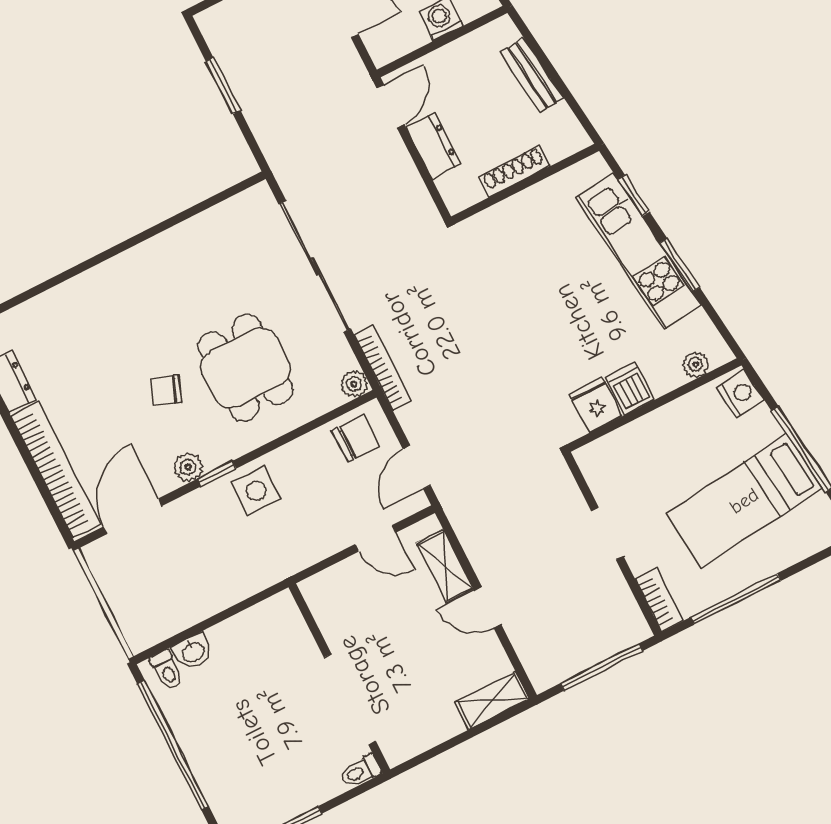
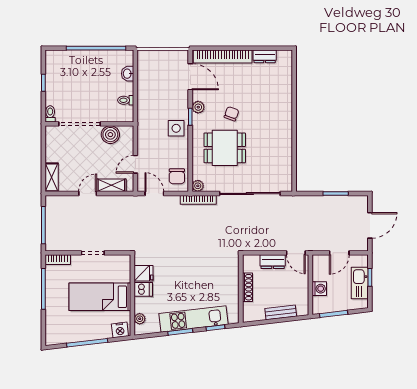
bed: (744, 501) -> (100, 297), moved, turned -83
boiler: (340, 623) -> (110, 135), added
toilet: (167, 670) -> (126, 100), moved

